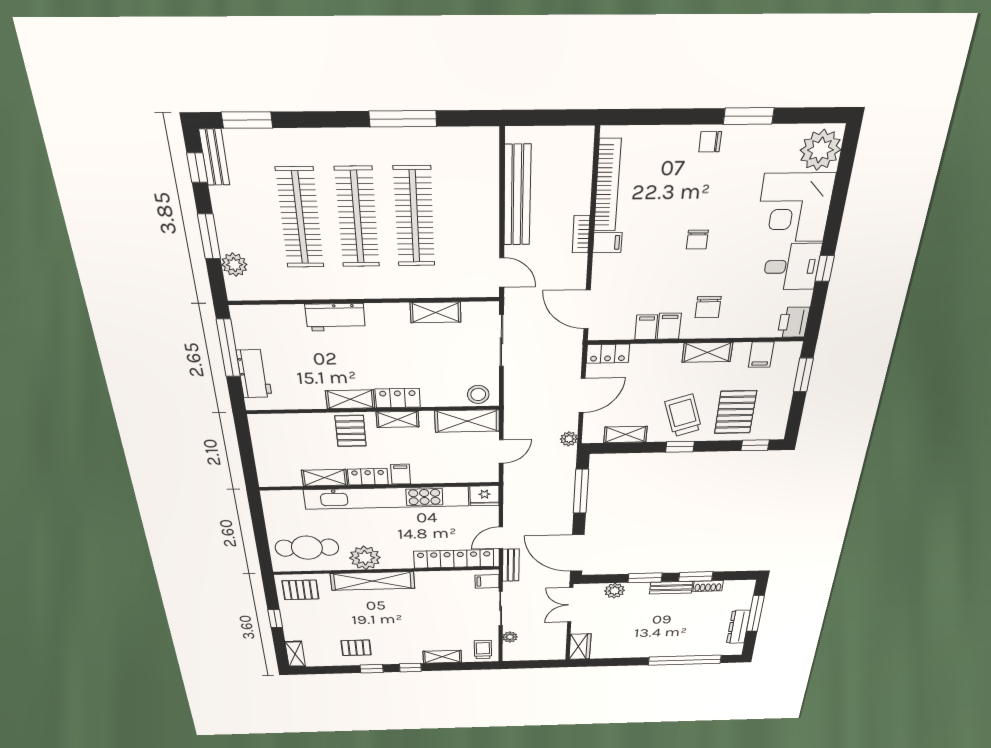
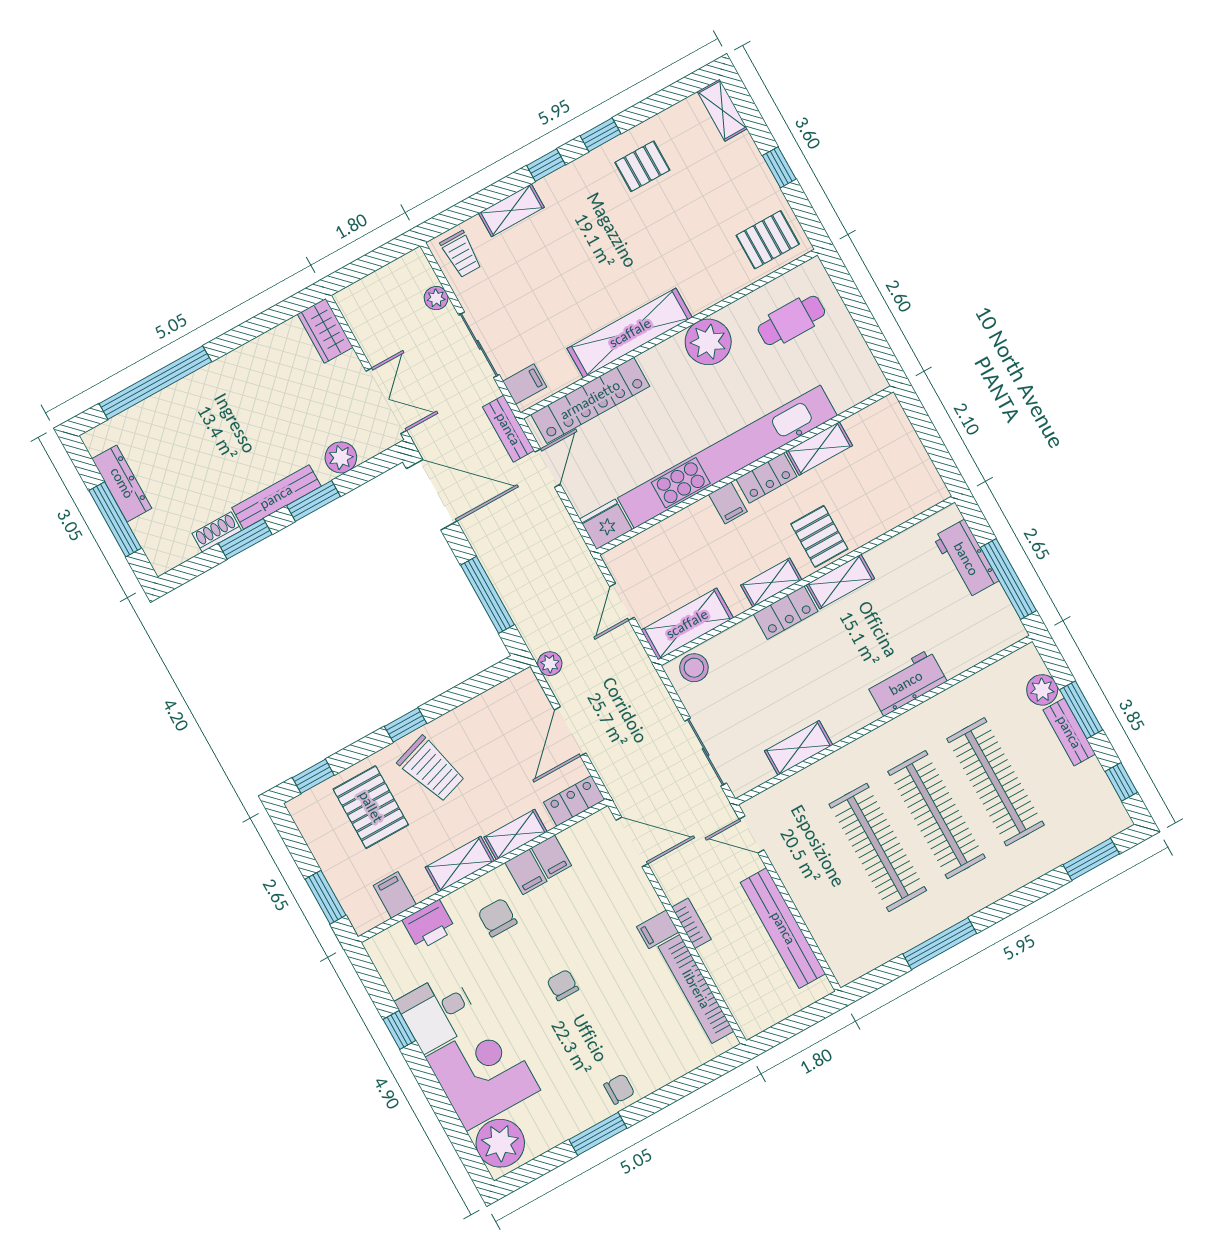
bench: (214, 157) -> (1069, 732), moved
printer: (793, 322) -> (429, 925), moved, turned 90
shelving: (625, 434) -> (516, 835), moved
cafe table: (307, 548) -> (791, 320), width x0.73, depth x0.74
shelving: (373, 581) -> (630, 333), moved
bench: (671, 588) -> (276, 497), width x1.36

